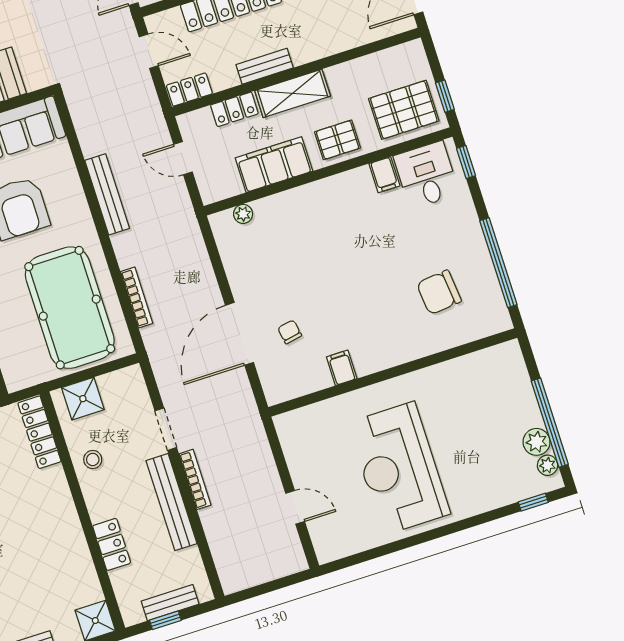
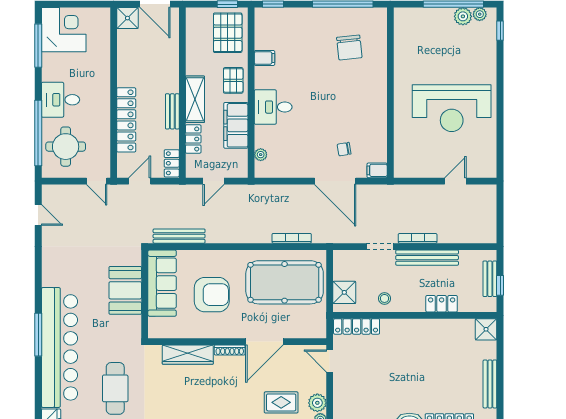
desk: (426, 175) -> (273, 107), moved
bench: (107, 194) -> (179, 236), moved
filing cabinet: (342, 368) -> (377, 170), moved

